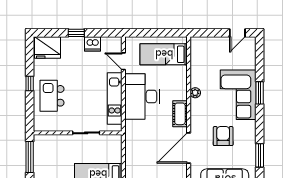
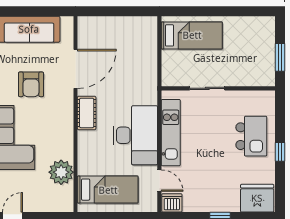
dishwasher: (93, 44) -> (172, 203), moved
plant: (195, 93) -> (61, 172), moved, width x1.88, depth x1.88
window: (30, 157) -> (280, 57), width x0.69

